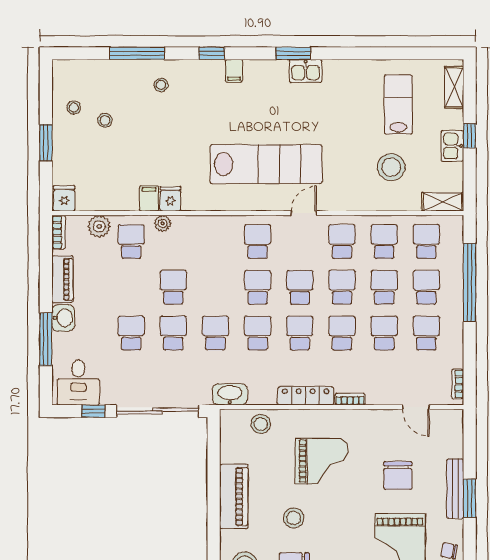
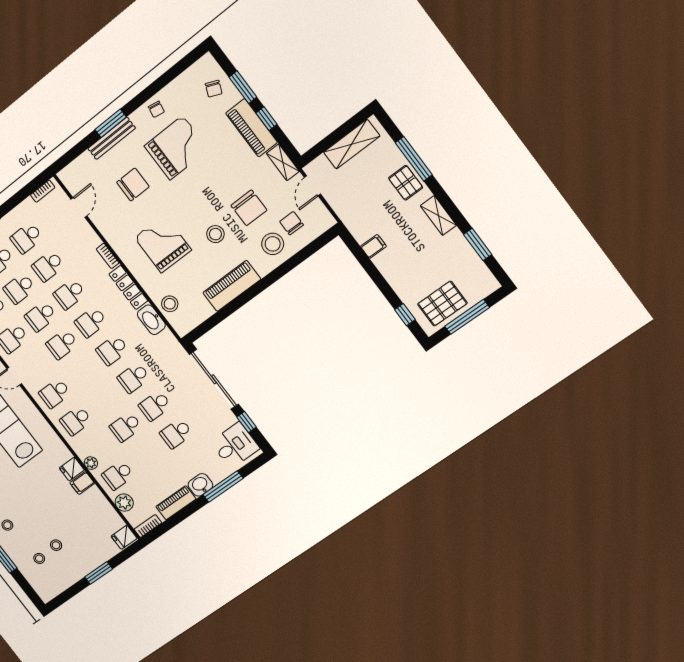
stool: (74, 108) -> (39, 558), moved
school desk: (258, 287) -> (76, 421), moved
washbasin: (230, 394) -> (151, 320), moved

